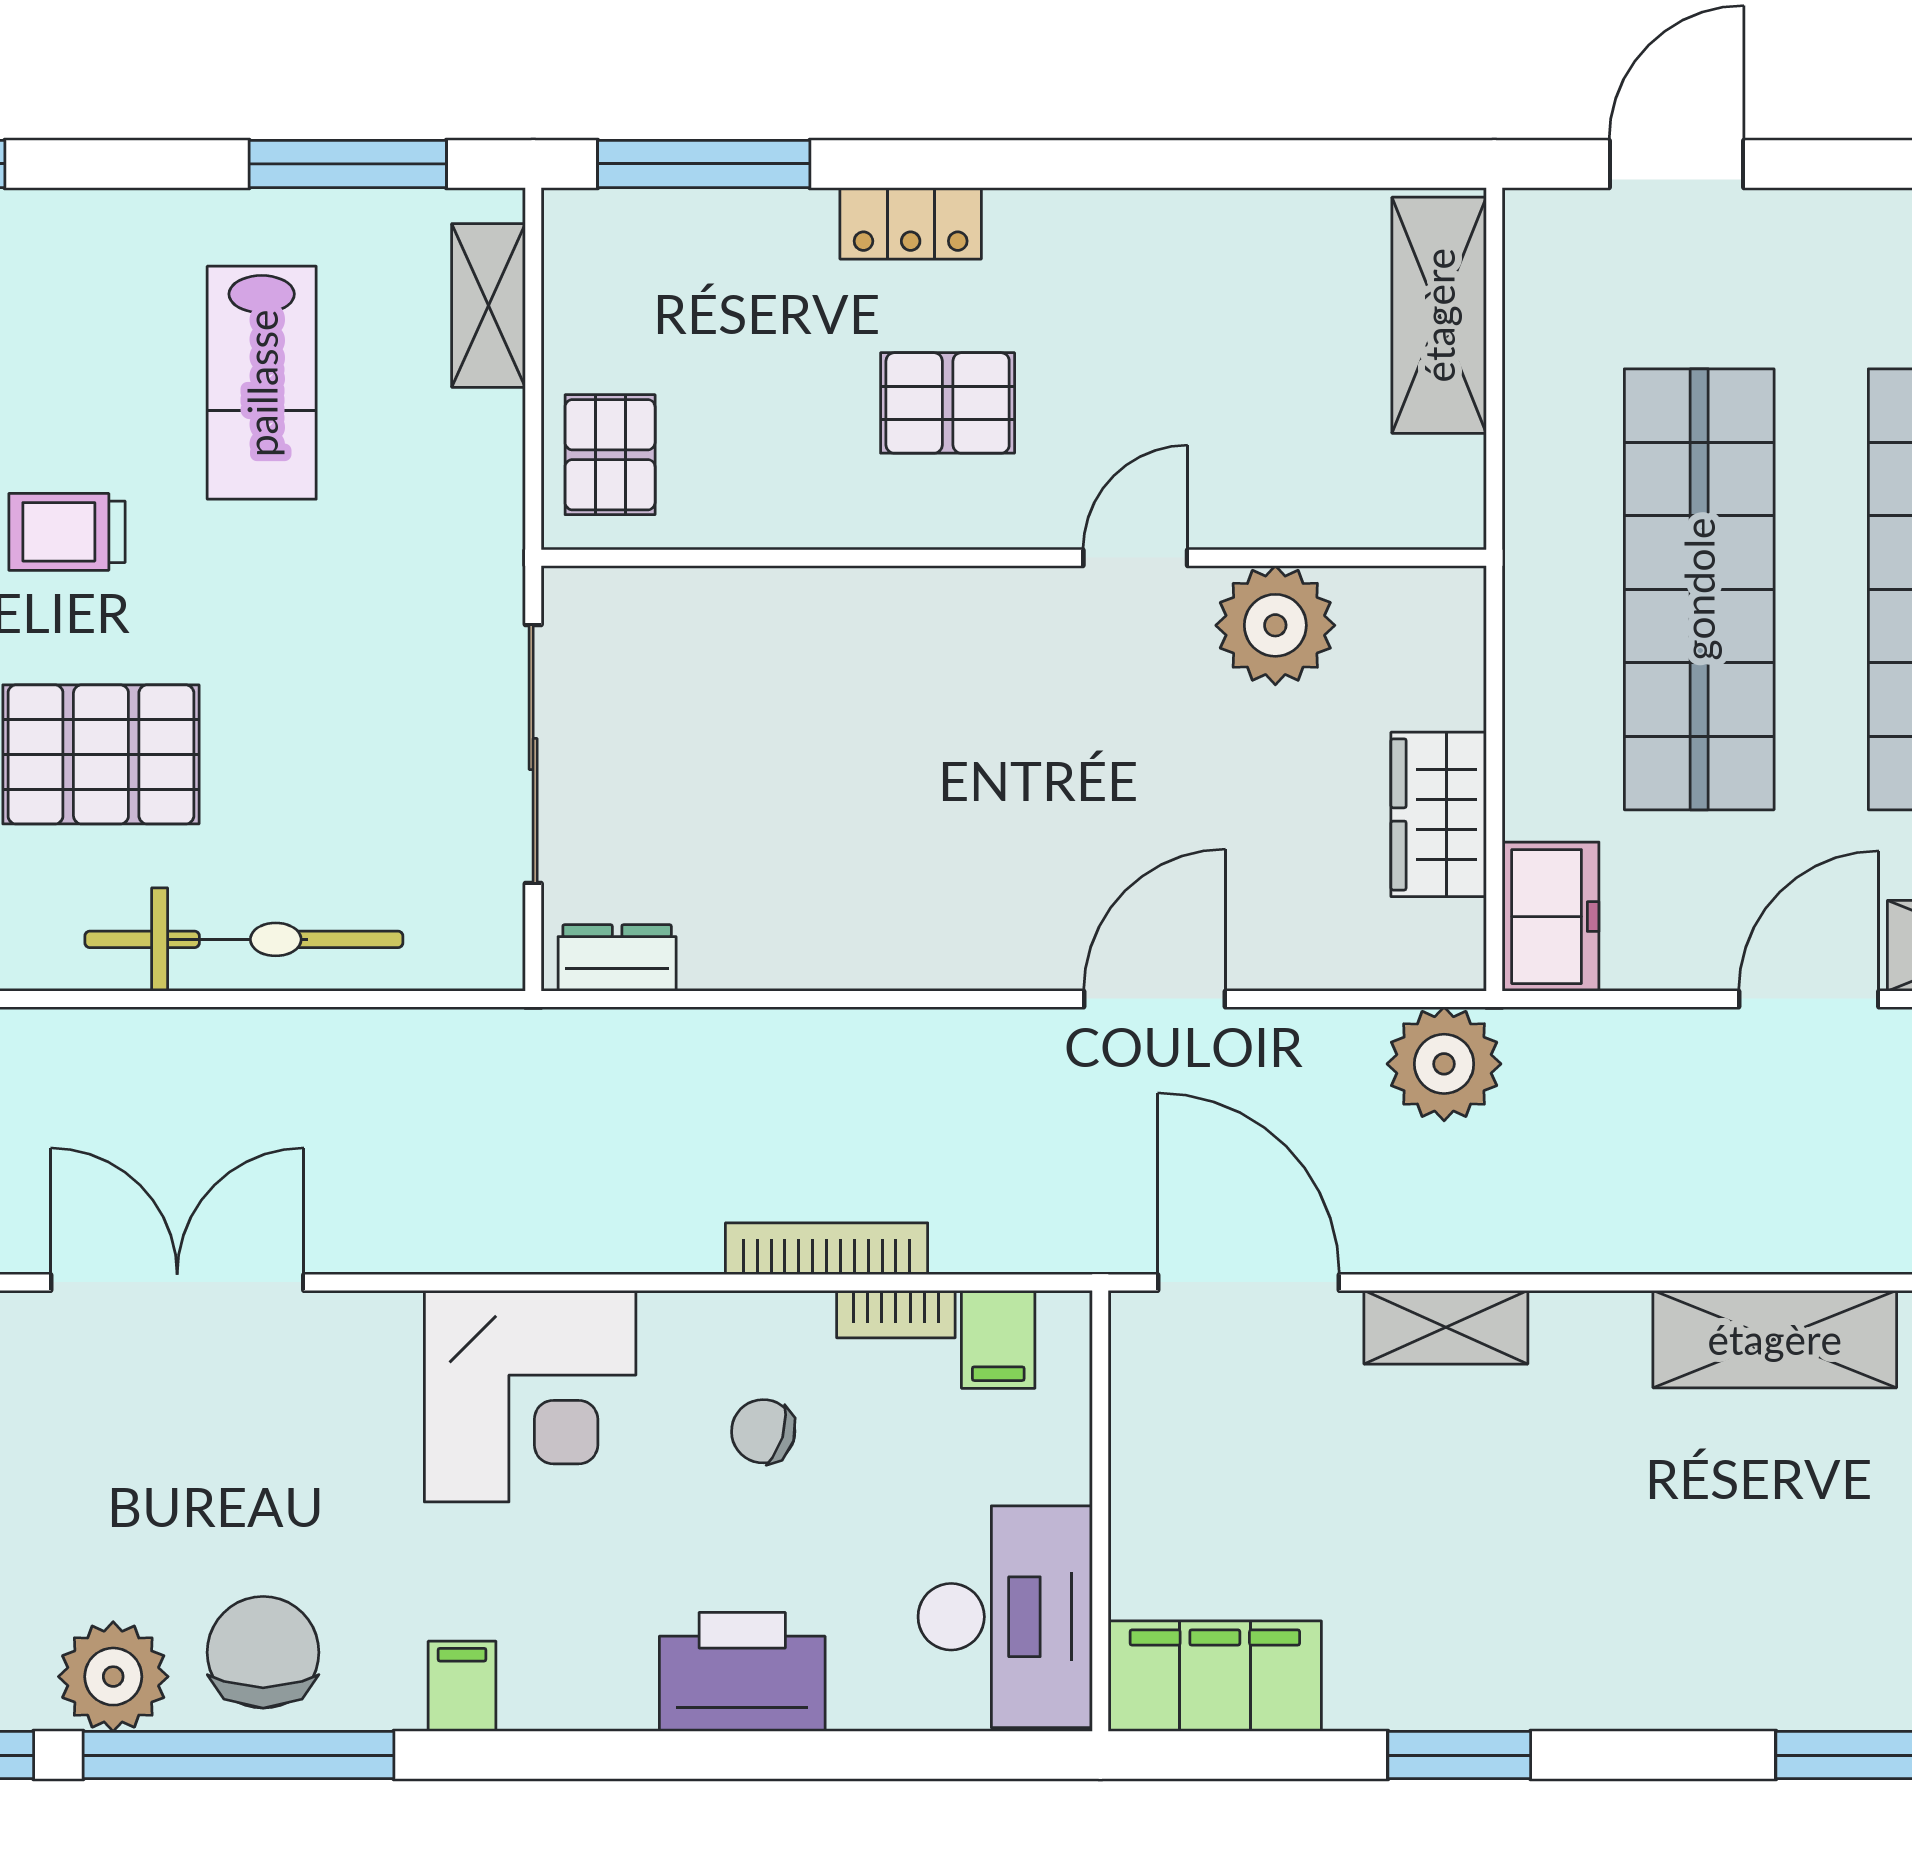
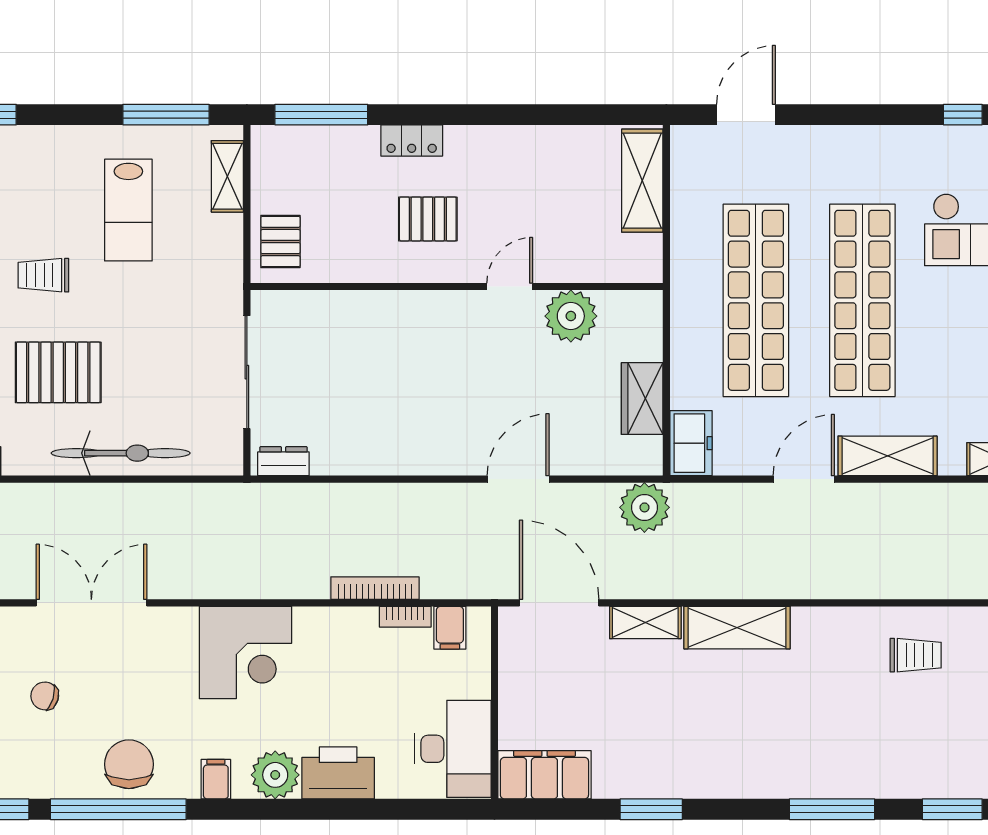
shelving: (1775, 1339) -> (737, 628), moved
chair: (763, 1431) -> (45, 696), moved
plant: (113, 1677) -> (275, 775), moved

